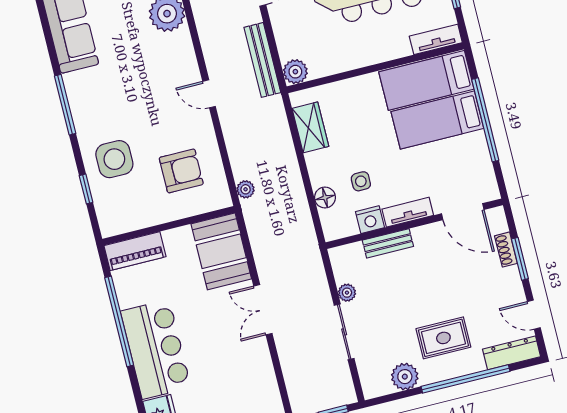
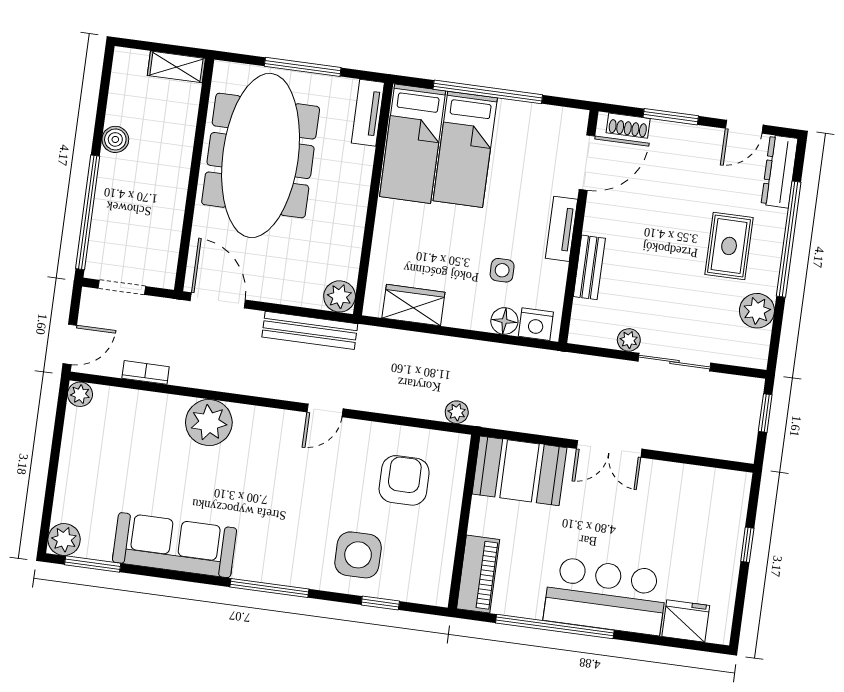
nightstand: (370, 220) -> (536, 324), moved, turned 90
shoe rack: (506, 250) -> (628, 126), moved

